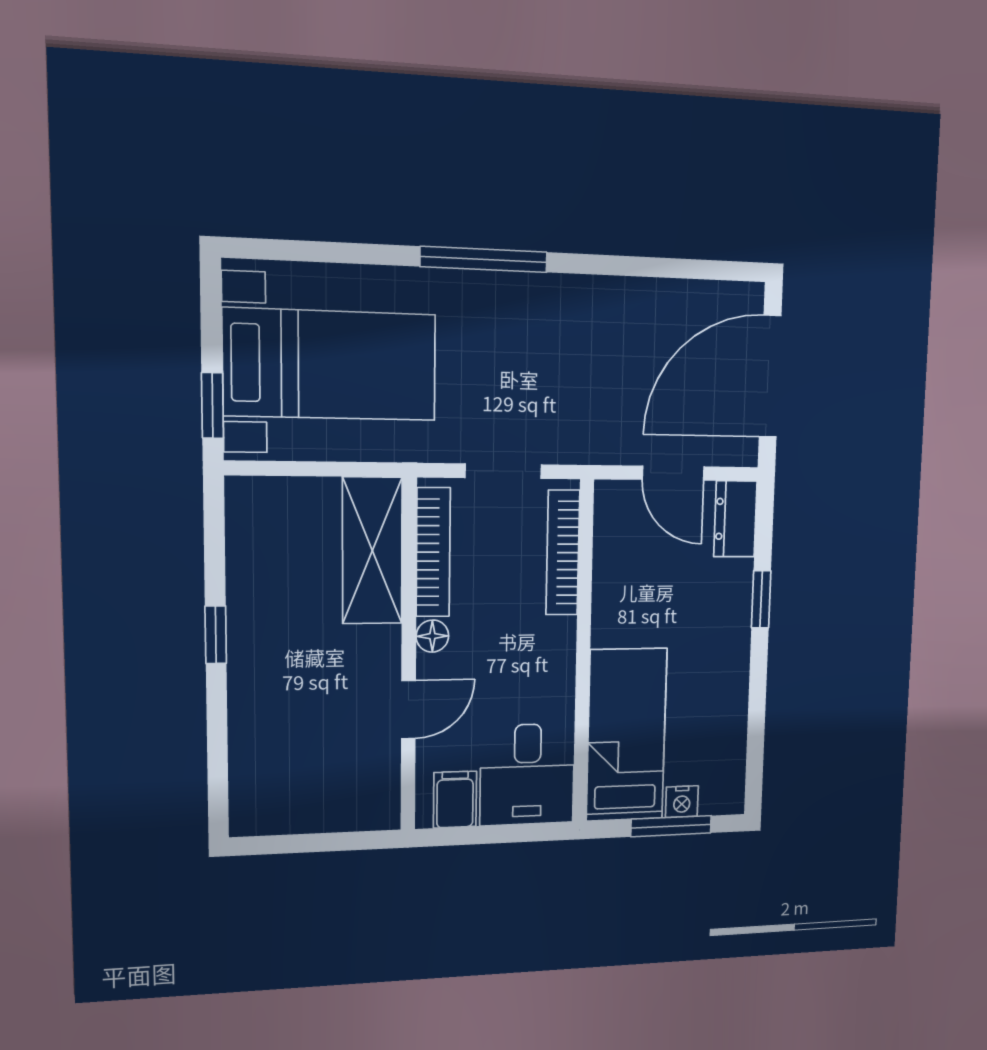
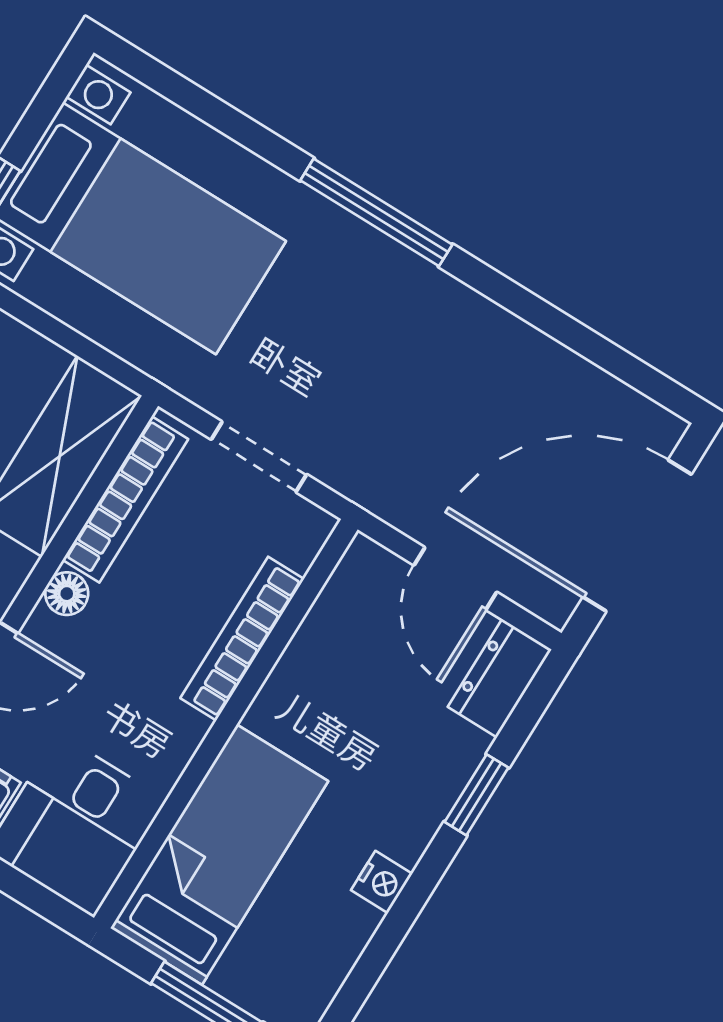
bookcase: (563, 553) -> (242, 639), moved
nightstand: (682, 802) -> (382, 882), moved, turned -90

